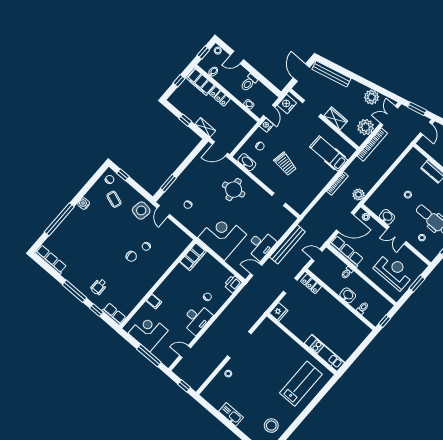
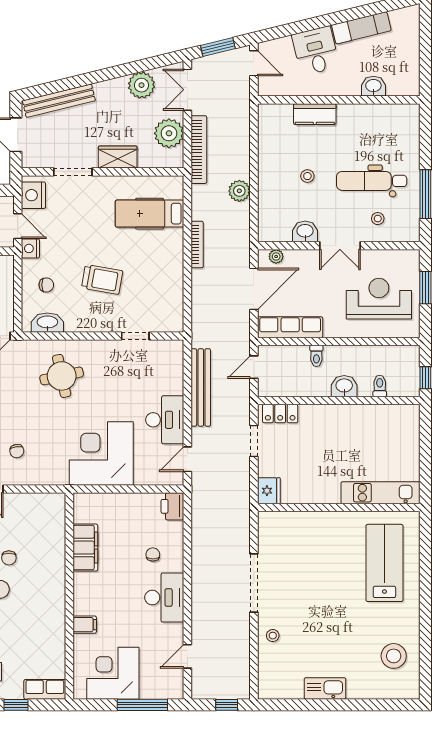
plant: (359, 195) -> (239, 191), moved
filing cabinet: (193, 257) -> (85, 548), moved

